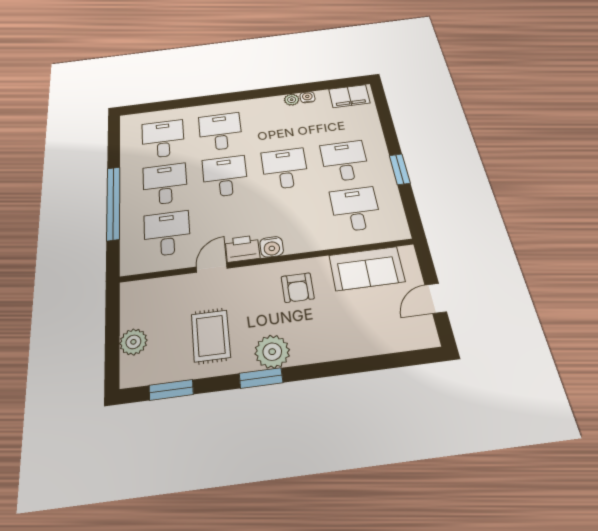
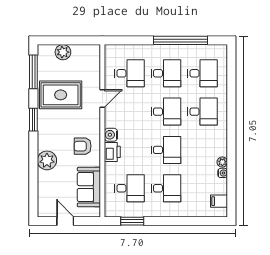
filing cabinet: (349, 96) -> (219, 201), width x0.50
window: (400, 169) -> (132, 221), moved
window: (113, 203) -> (180, 40), moved
printer: (242, 249) -> (112, 152), moved
door: (212, 268) -> (102, 98), hinge flipped
rug: (211, 336) -> (61, 95), width x1.36, depth x1.43
plant: (272, 352) -> (47, 160), moved
window: (171, 390) -> (33, 72), width x1.44

